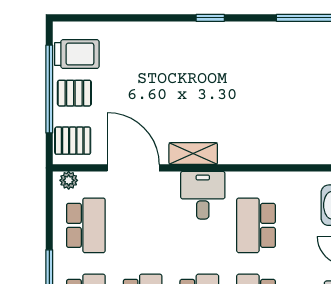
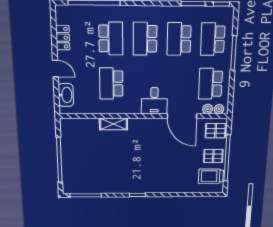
shelving: (193, 154) -> (113, 124), moved
plant: (89, 181) -> (208, 109), added
desk: (203, 195) -> (154, 101), moved
school desk: (256, 225) -> (111, 84), turned 180

